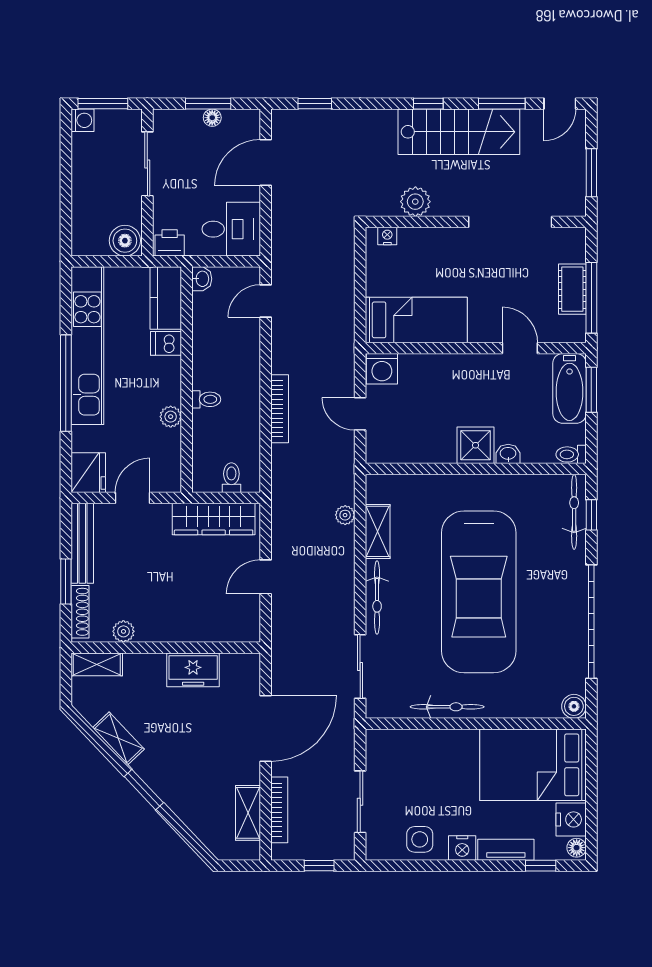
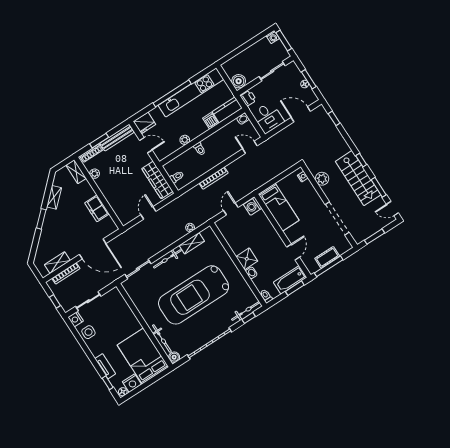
door: (266, 577) -> (148, 213), hinge flipped
bicycle: (447, 707) -> (162, 338), moved
nightstand: (462, 848) -> (76, 319), moved

